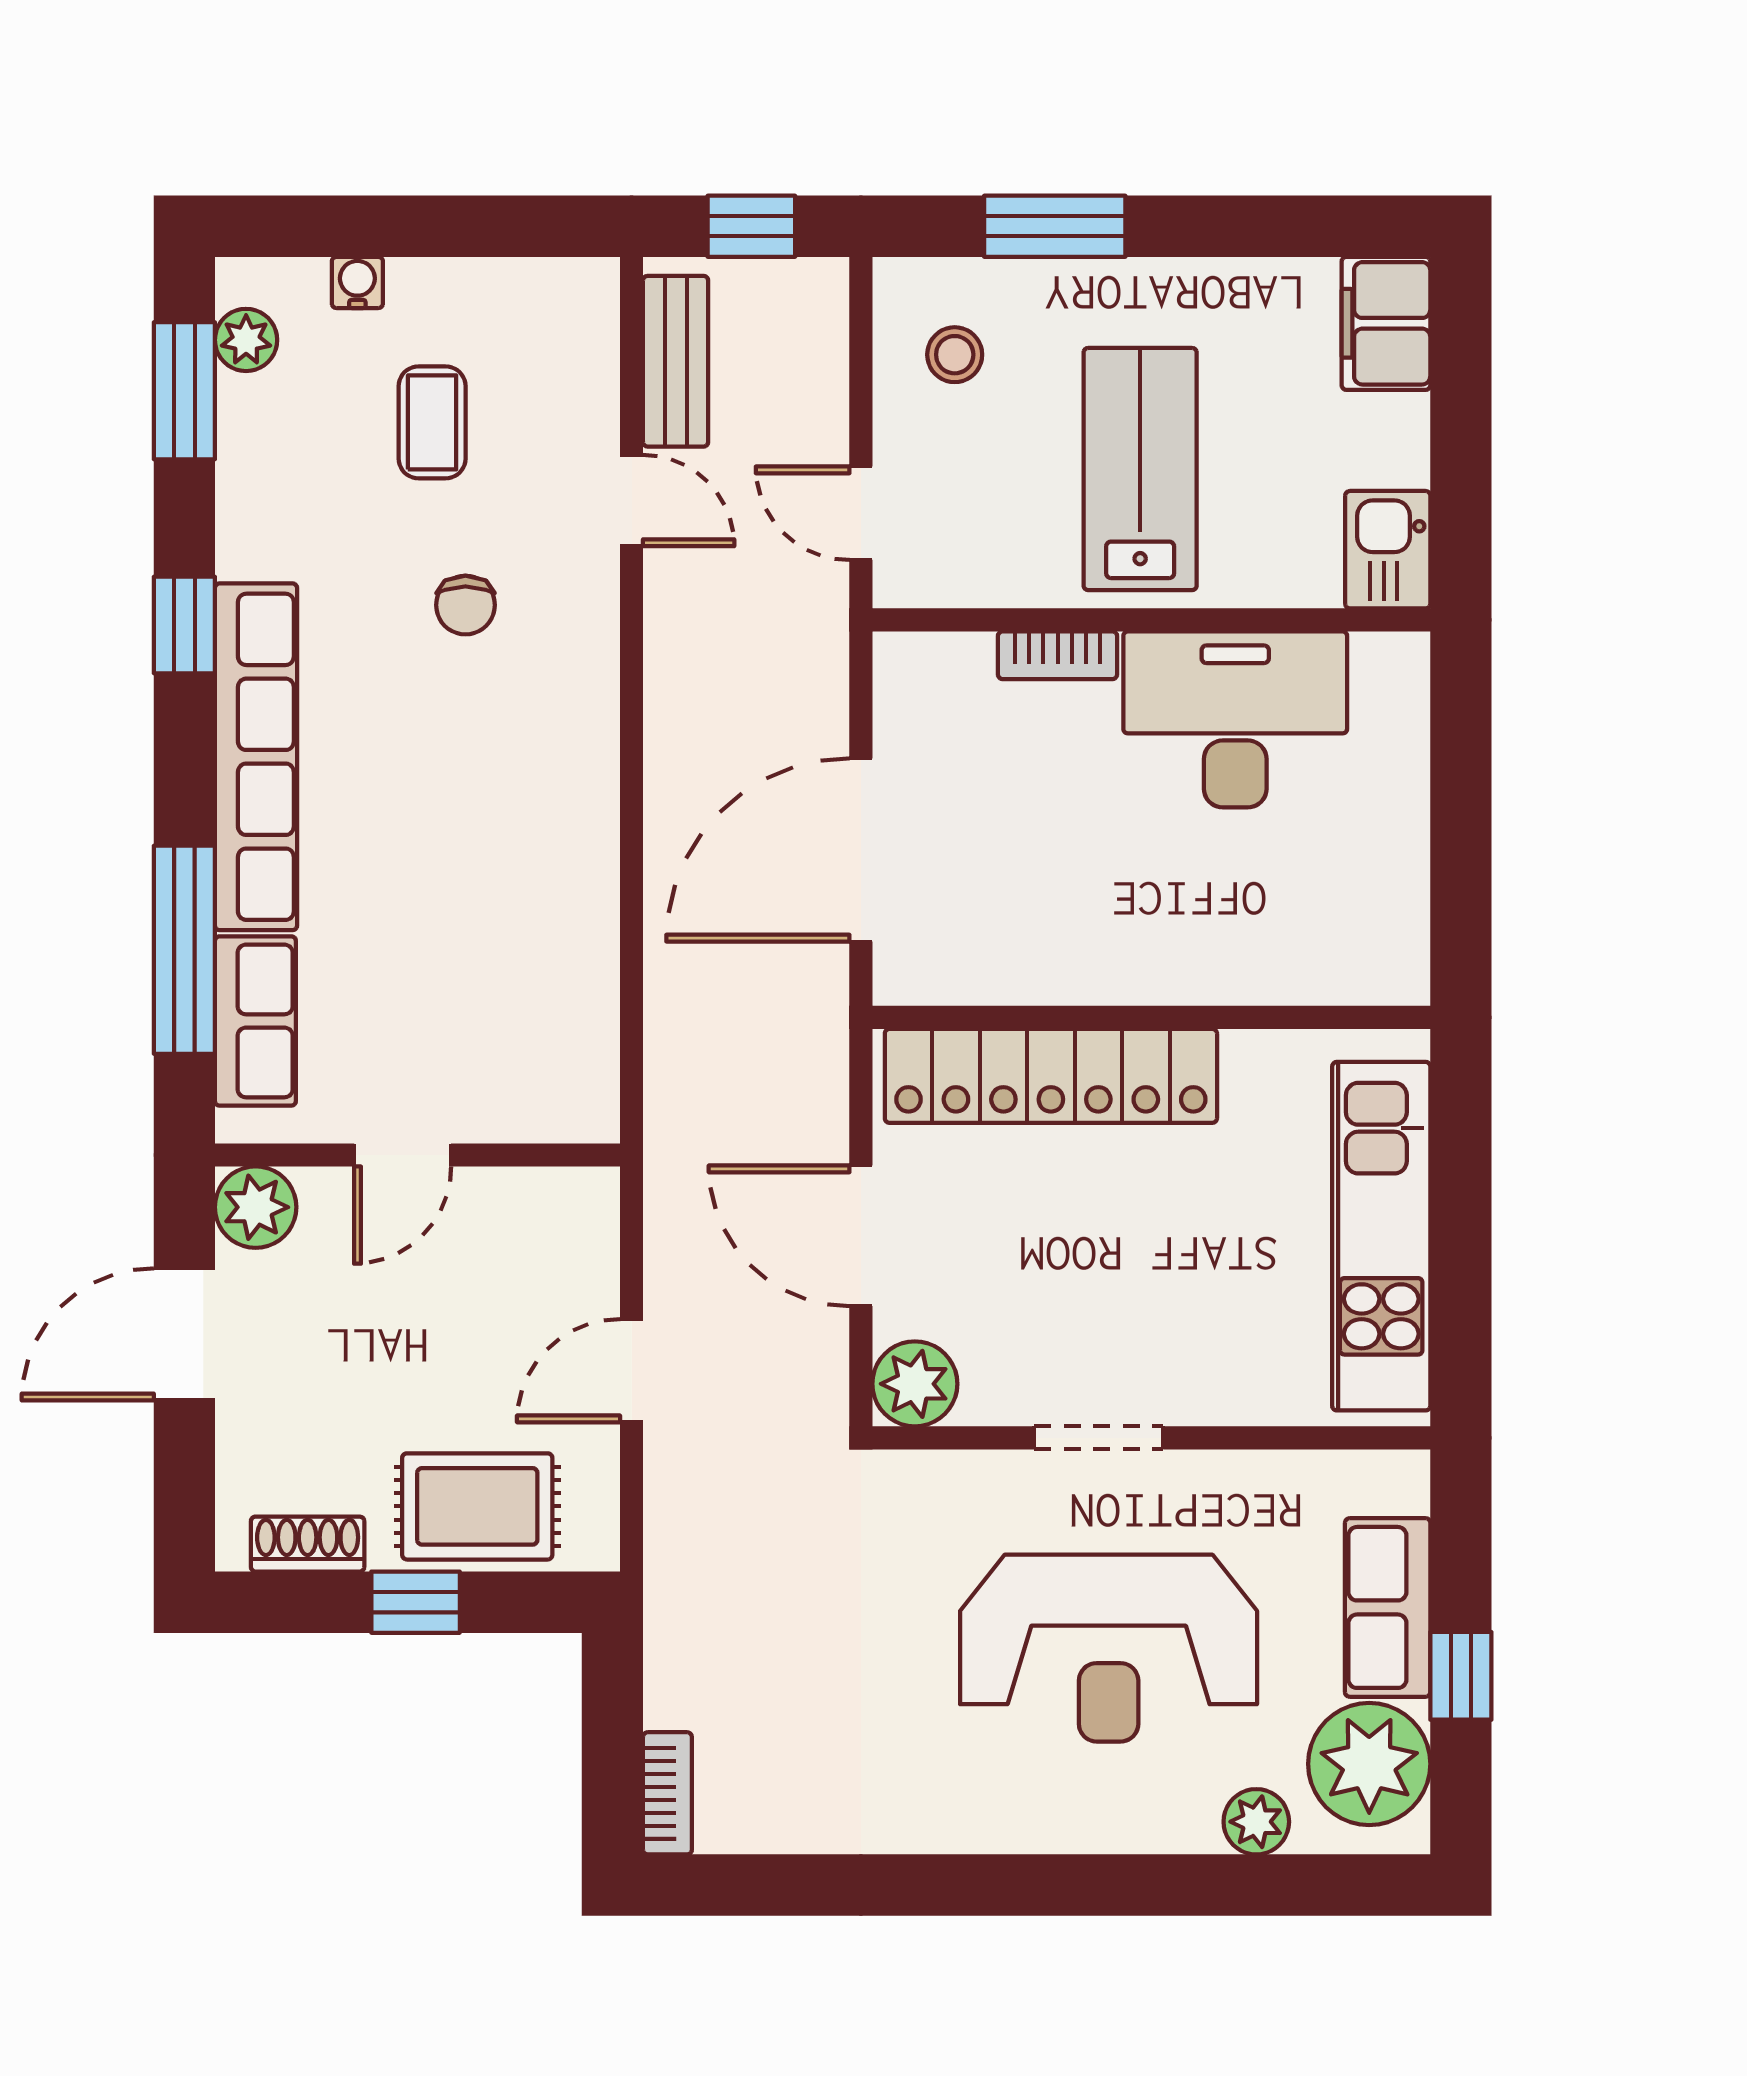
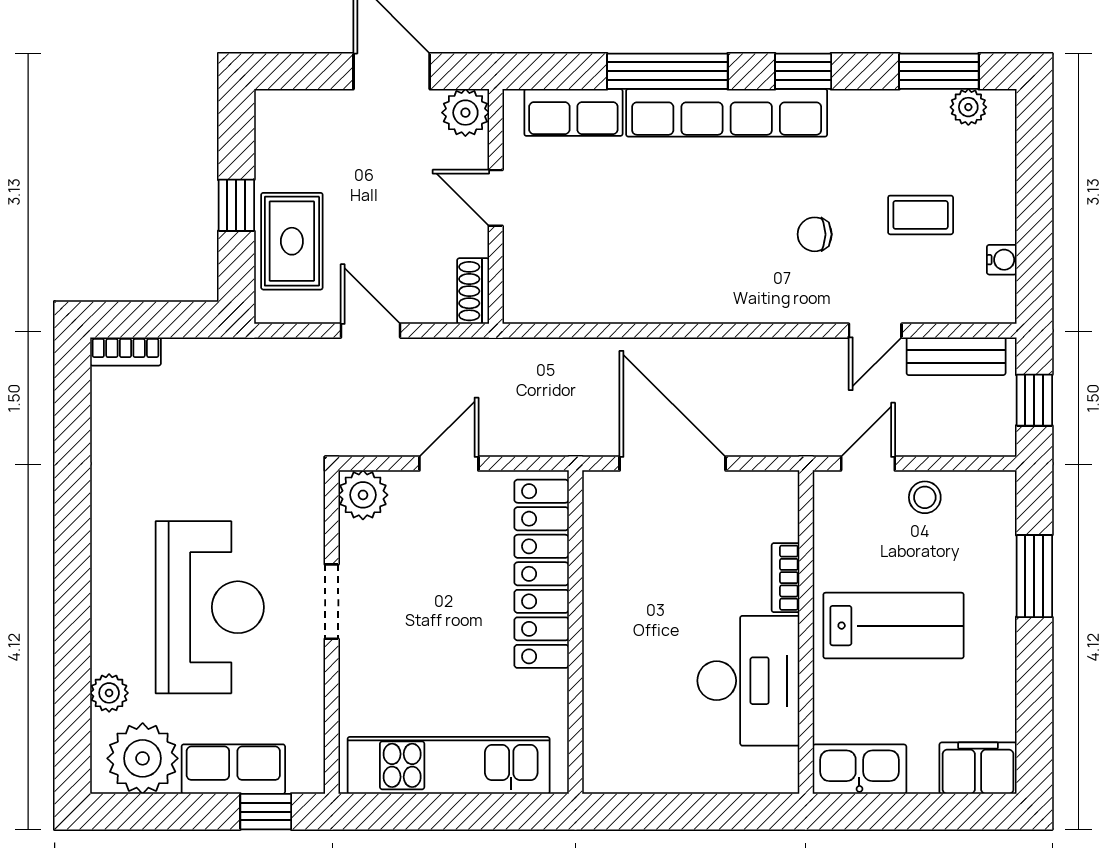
water cooler: (357, 282) -> (1002, 260), moved
stool: (955, 355) -> (925, 497), moved
kitchen sink: (1388, 550) -> (859, 769), width x1.38
window: (184, 950) -> (667, 71), moved
door: (861, 1236) -> (449, 464), width x0.73
shoe rack: (308, 1544) -> (473, 291), moved, turned 180
reception desk: (1109, 1648) -> (210, 607), turned 180
window: (1461, 1676) -> (266, 812), moved

